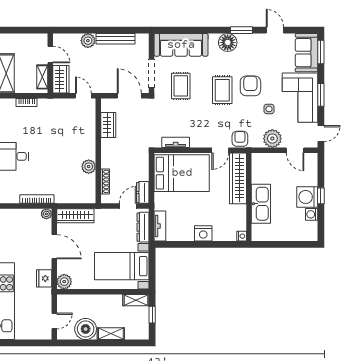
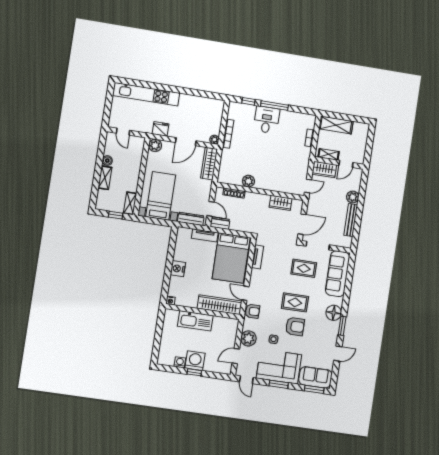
tv unit: (160, 226) -> (205, 235), moved
boiler: (86, 329) -> (107, 161), width x0.54, depth x0.54

